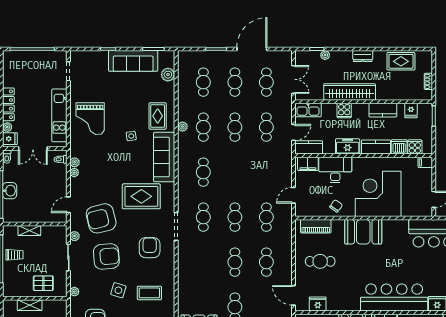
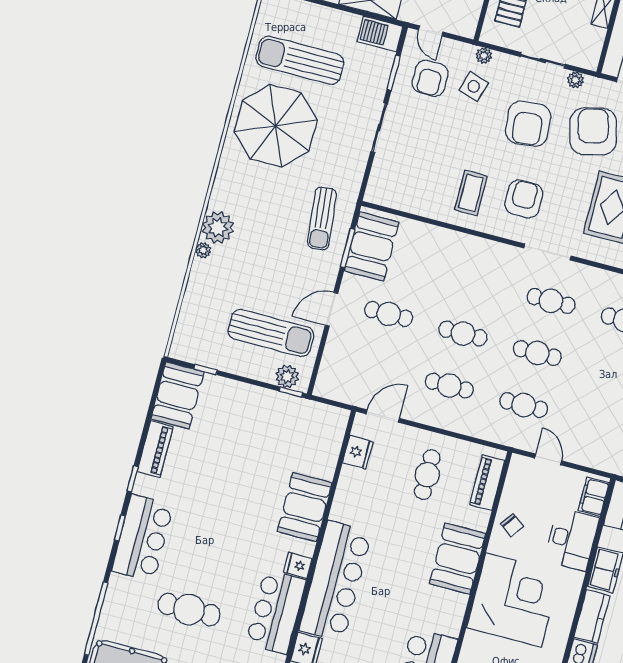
armchair: (150, 248) -> (524, 199), turned -90
side table: (118, 290) -> (474, 86), moved
coffee table: (149, 293) -> (471, 193), moved

